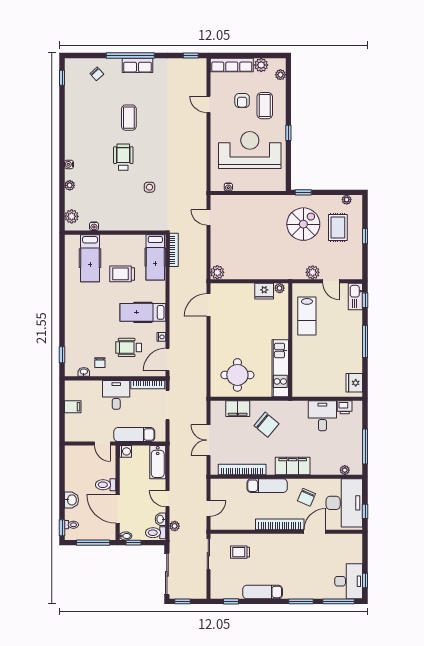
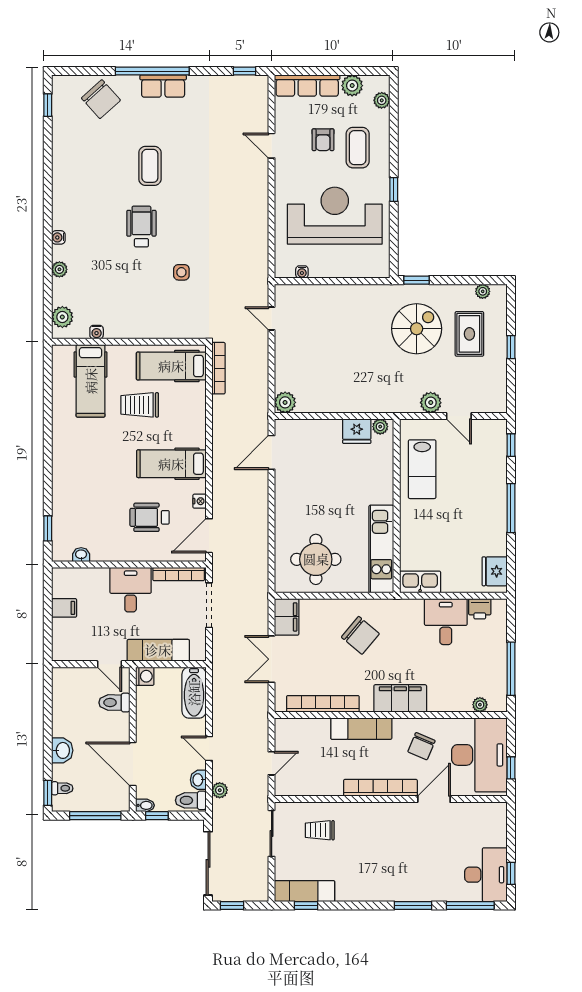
chair: (97, 74) -> (101, 99), width x1.87, depth x1.87
hospital bed: (155, 257) -> (171, 366), moved, turned 90
kitchen sink: (355, 297) -> (420, 582), moved, turned 90
chair: (100, 363) -> (105, 540), removed
filing cabinet: (238, 409) -> (287, 617), moved, turned -90
toilet: (106, 485) -> (114, 703), moved
exam couch: (263, 592) -> (305, 891), moved

